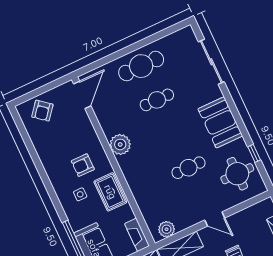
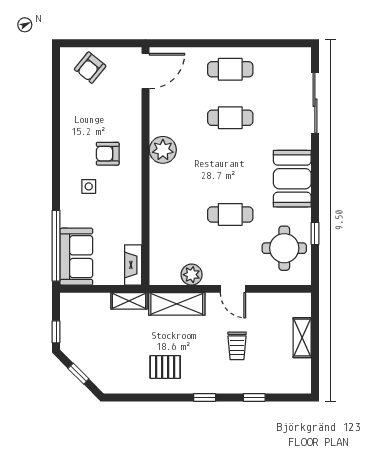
cafe table: (141, 66) -> (230, 69), width x0.73, depth x0.74
rug: (110, 192) -> (125, 200), removed
plant: (167, 229) -> (192, 275), moved

